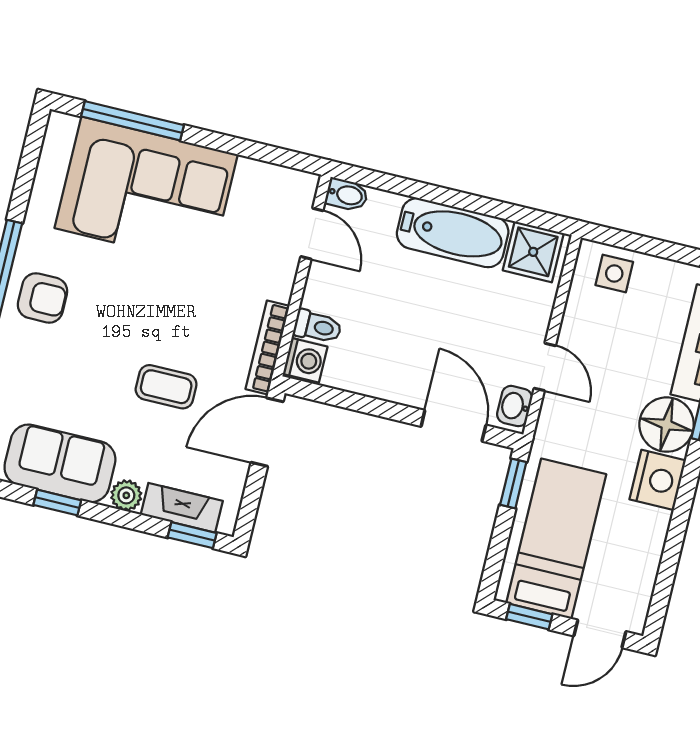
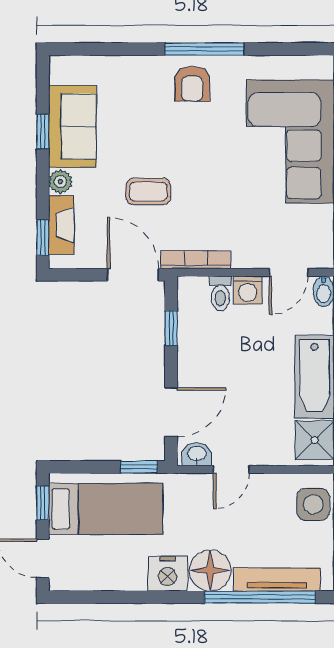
side table: (614, 274) -> (313, 504), width x1.37, depth x1.37
washing machine: (305, 360) -> (248, 290), moved
coffee table: (166, 387) -> (148, 192), turned 90
window: (347, 400) -> (171, 328), added

